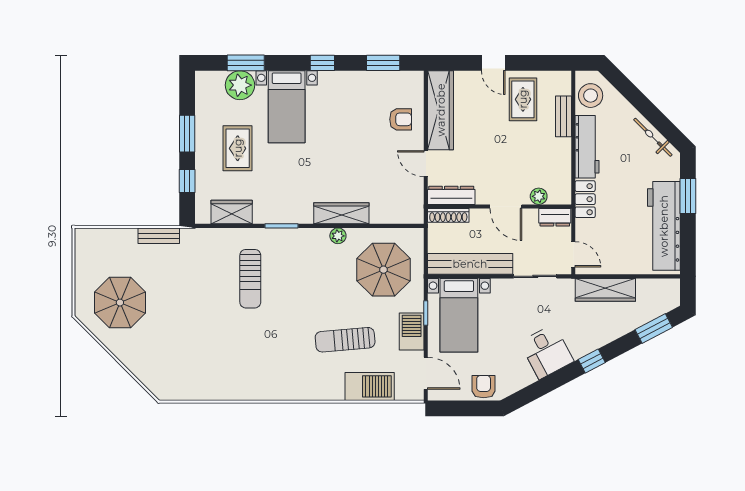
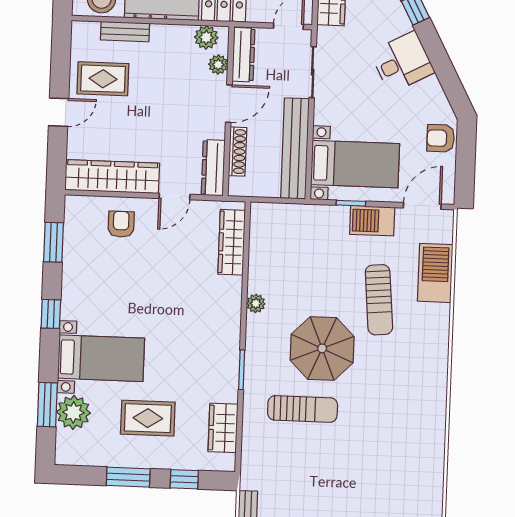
plant: (561, 185) -> (206, 37), added
wardrobe: (341, 213) -> (232, 242), moved
shoe rack: (448, 215) -> (238, 152), moved
dresser: (555, 217) -> (244, 55), width x1.44
parasol: (383, 270) -> (322, 348), moved

